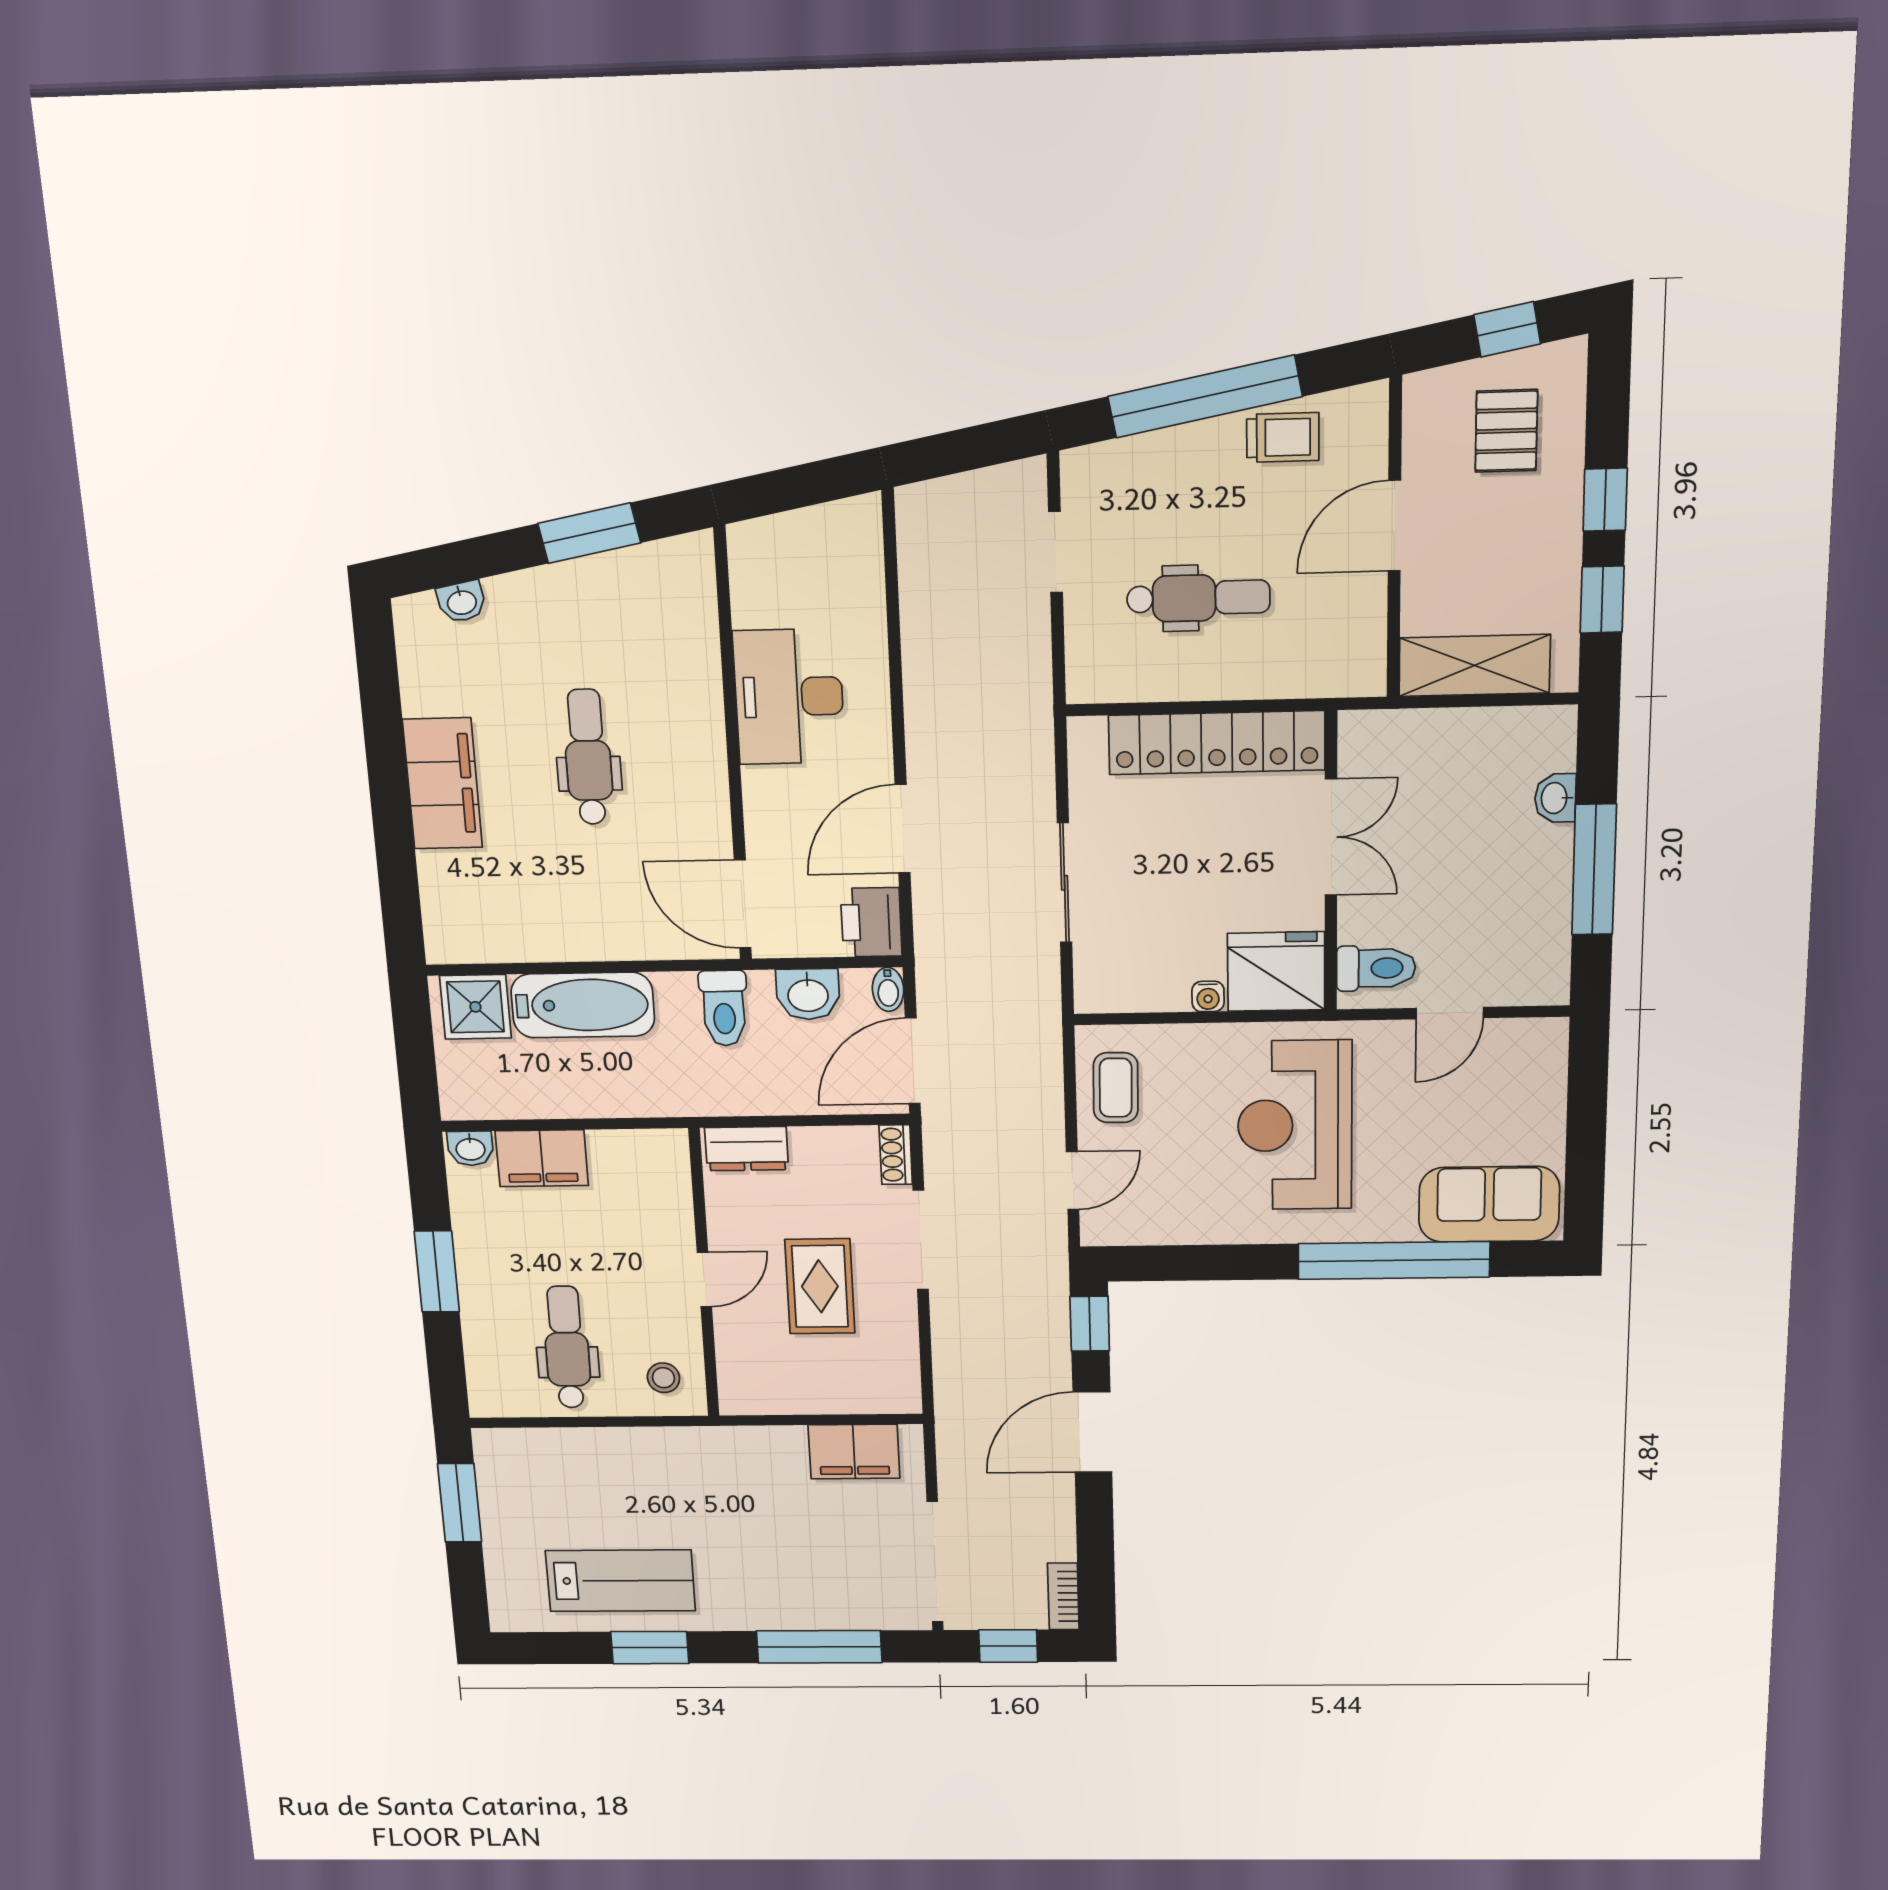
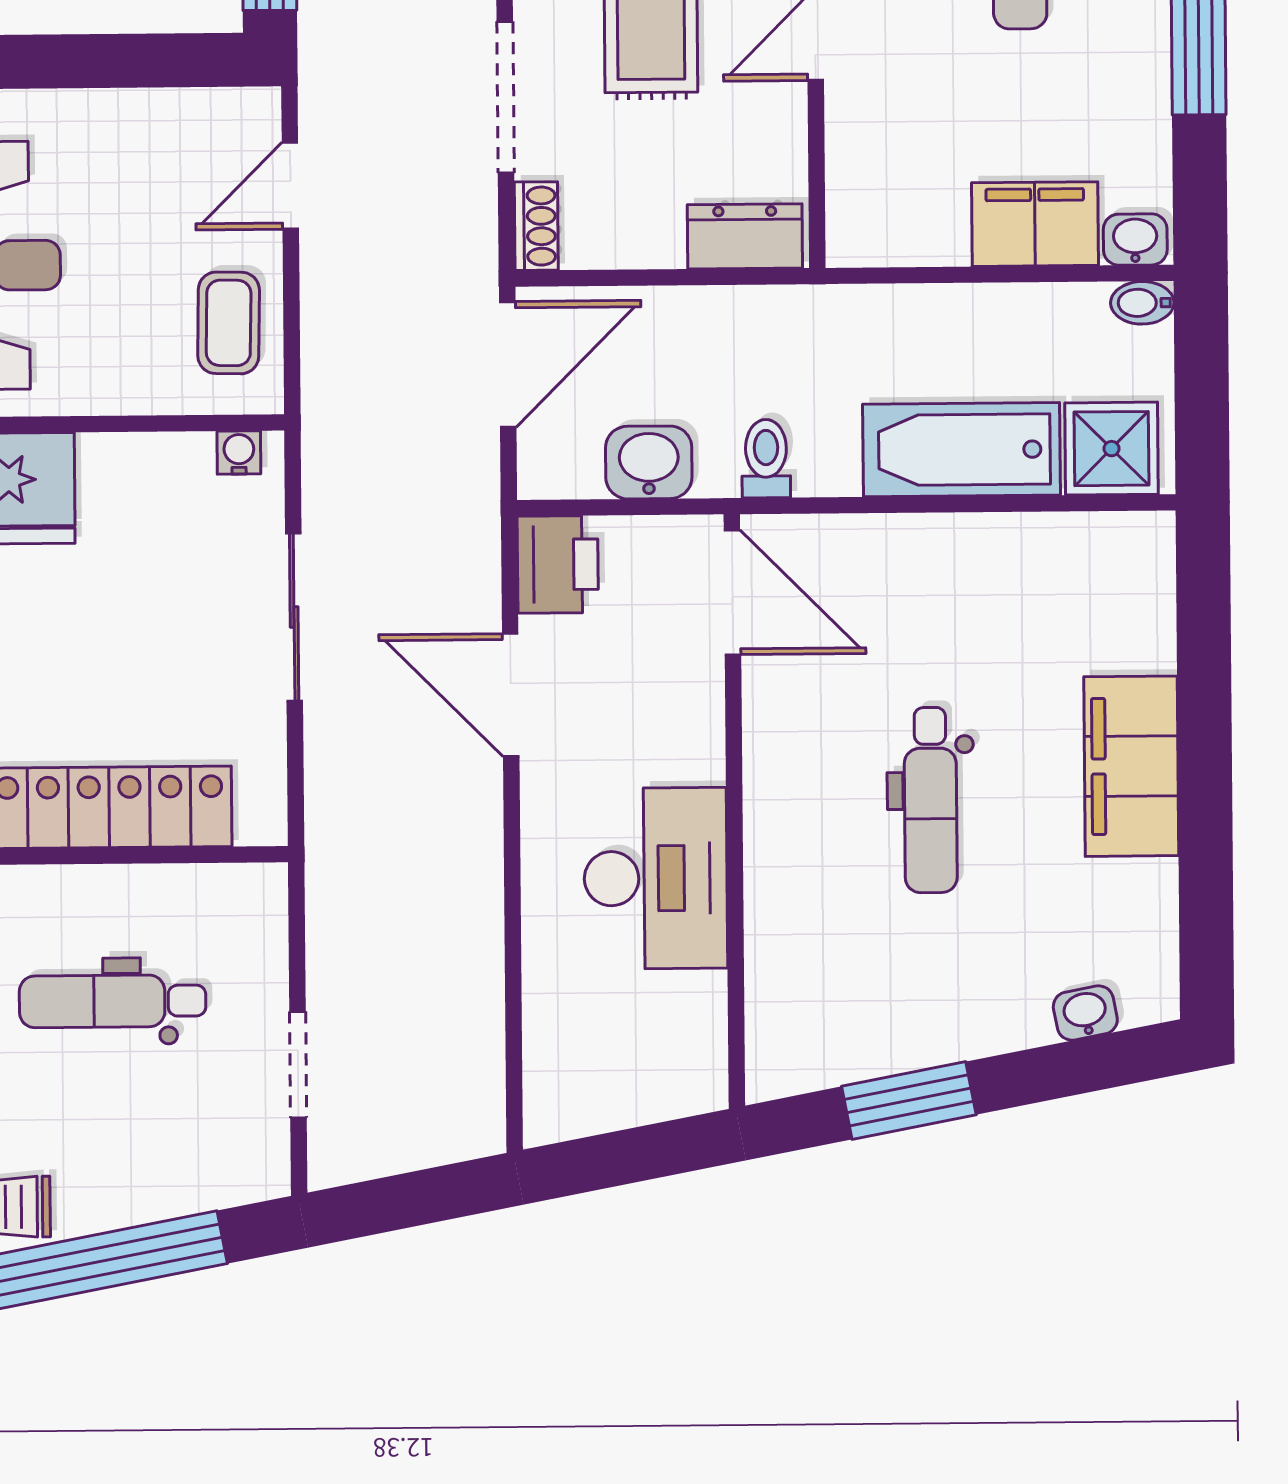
door: (903, 829) -> (511, 695), swing flipped
bidet: (888, 989) -> (1142, 303), moved, turned -90
water cooler: (1208, 996) -> (239, 453), moved
toilet: (724, 1008) -> (766, 459), width x0.73, depth x0.72

